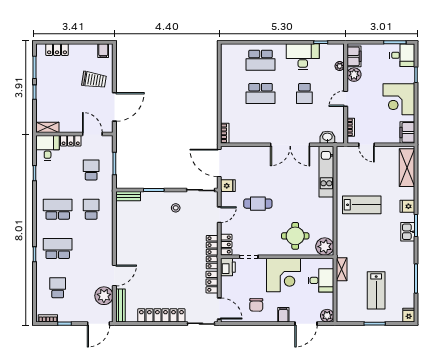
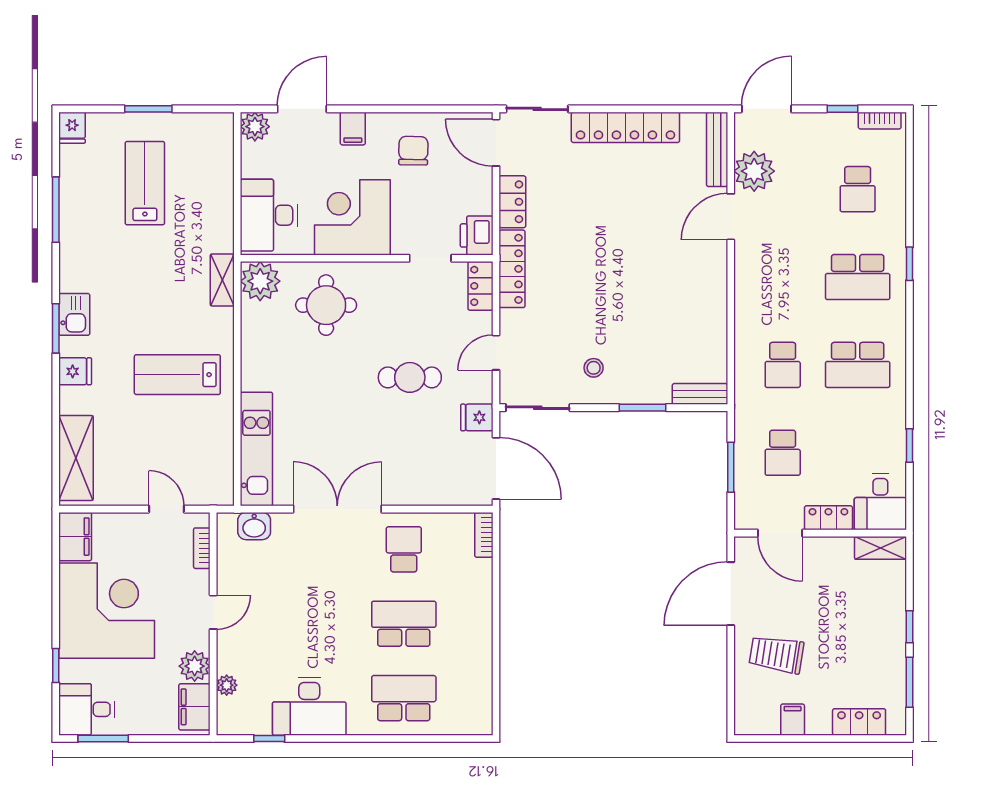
filing cabinet: (103, 51) -> (793, 720), moved
school desk: (304, 93) -> (404, 549), moved
corner desk: (399, 99) -> (107, 611), width x1.36, depth x1.36
shelving: (342, 269) -> (222, 280), moved
desk: (321, 280) -> (269, 215), width x1.37

